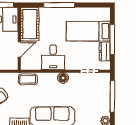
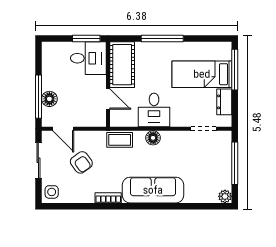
window: (112, 40) -> (235, 70), moved
door: (19, 49) -> (108, 99), hinge flipped
floor lamp: (63, 78) -> (153, 138), moved

